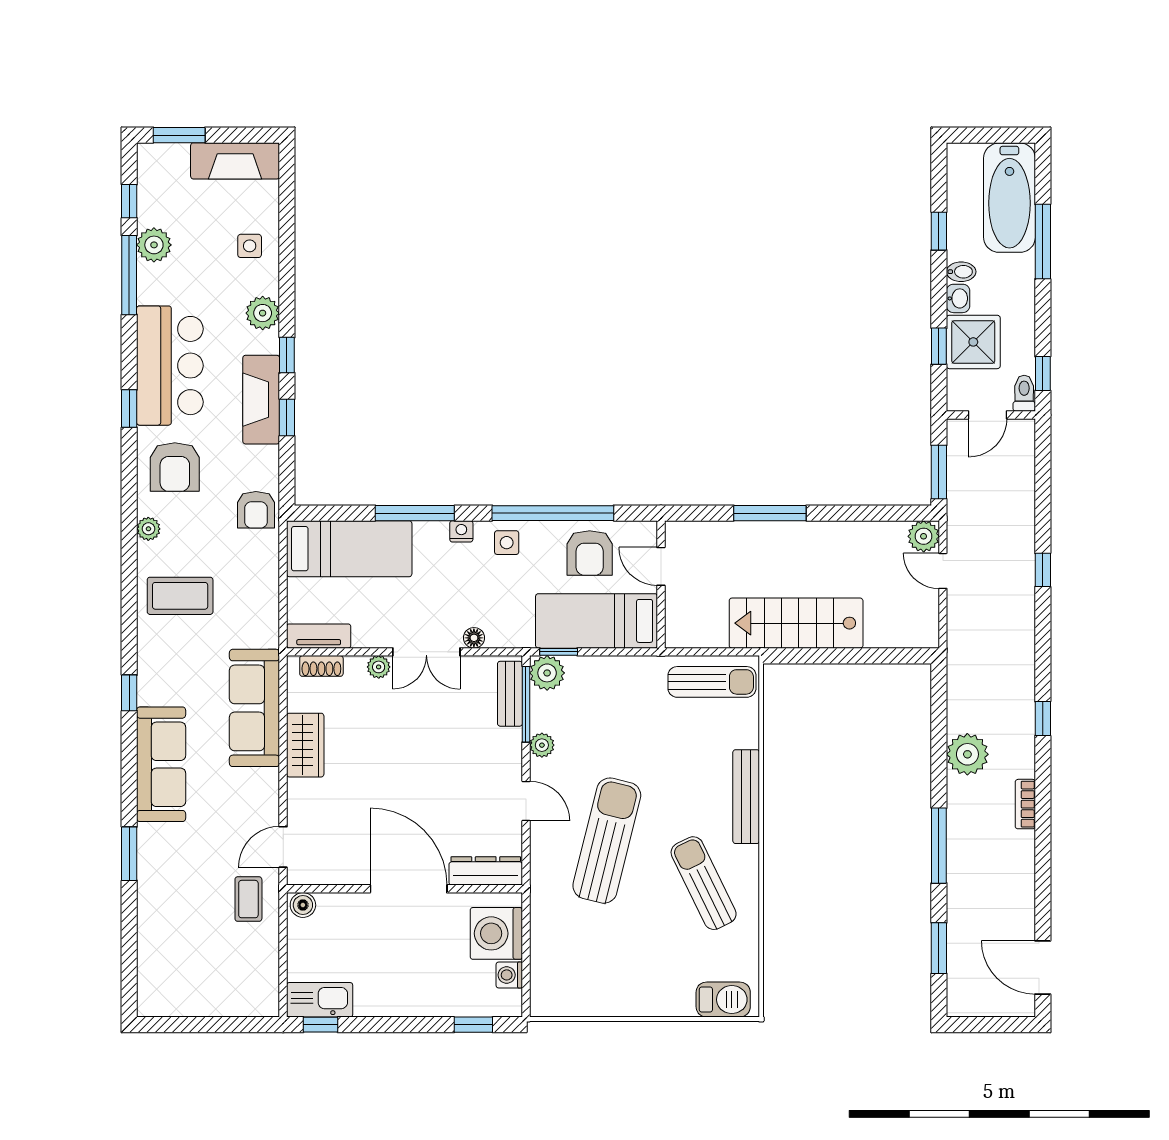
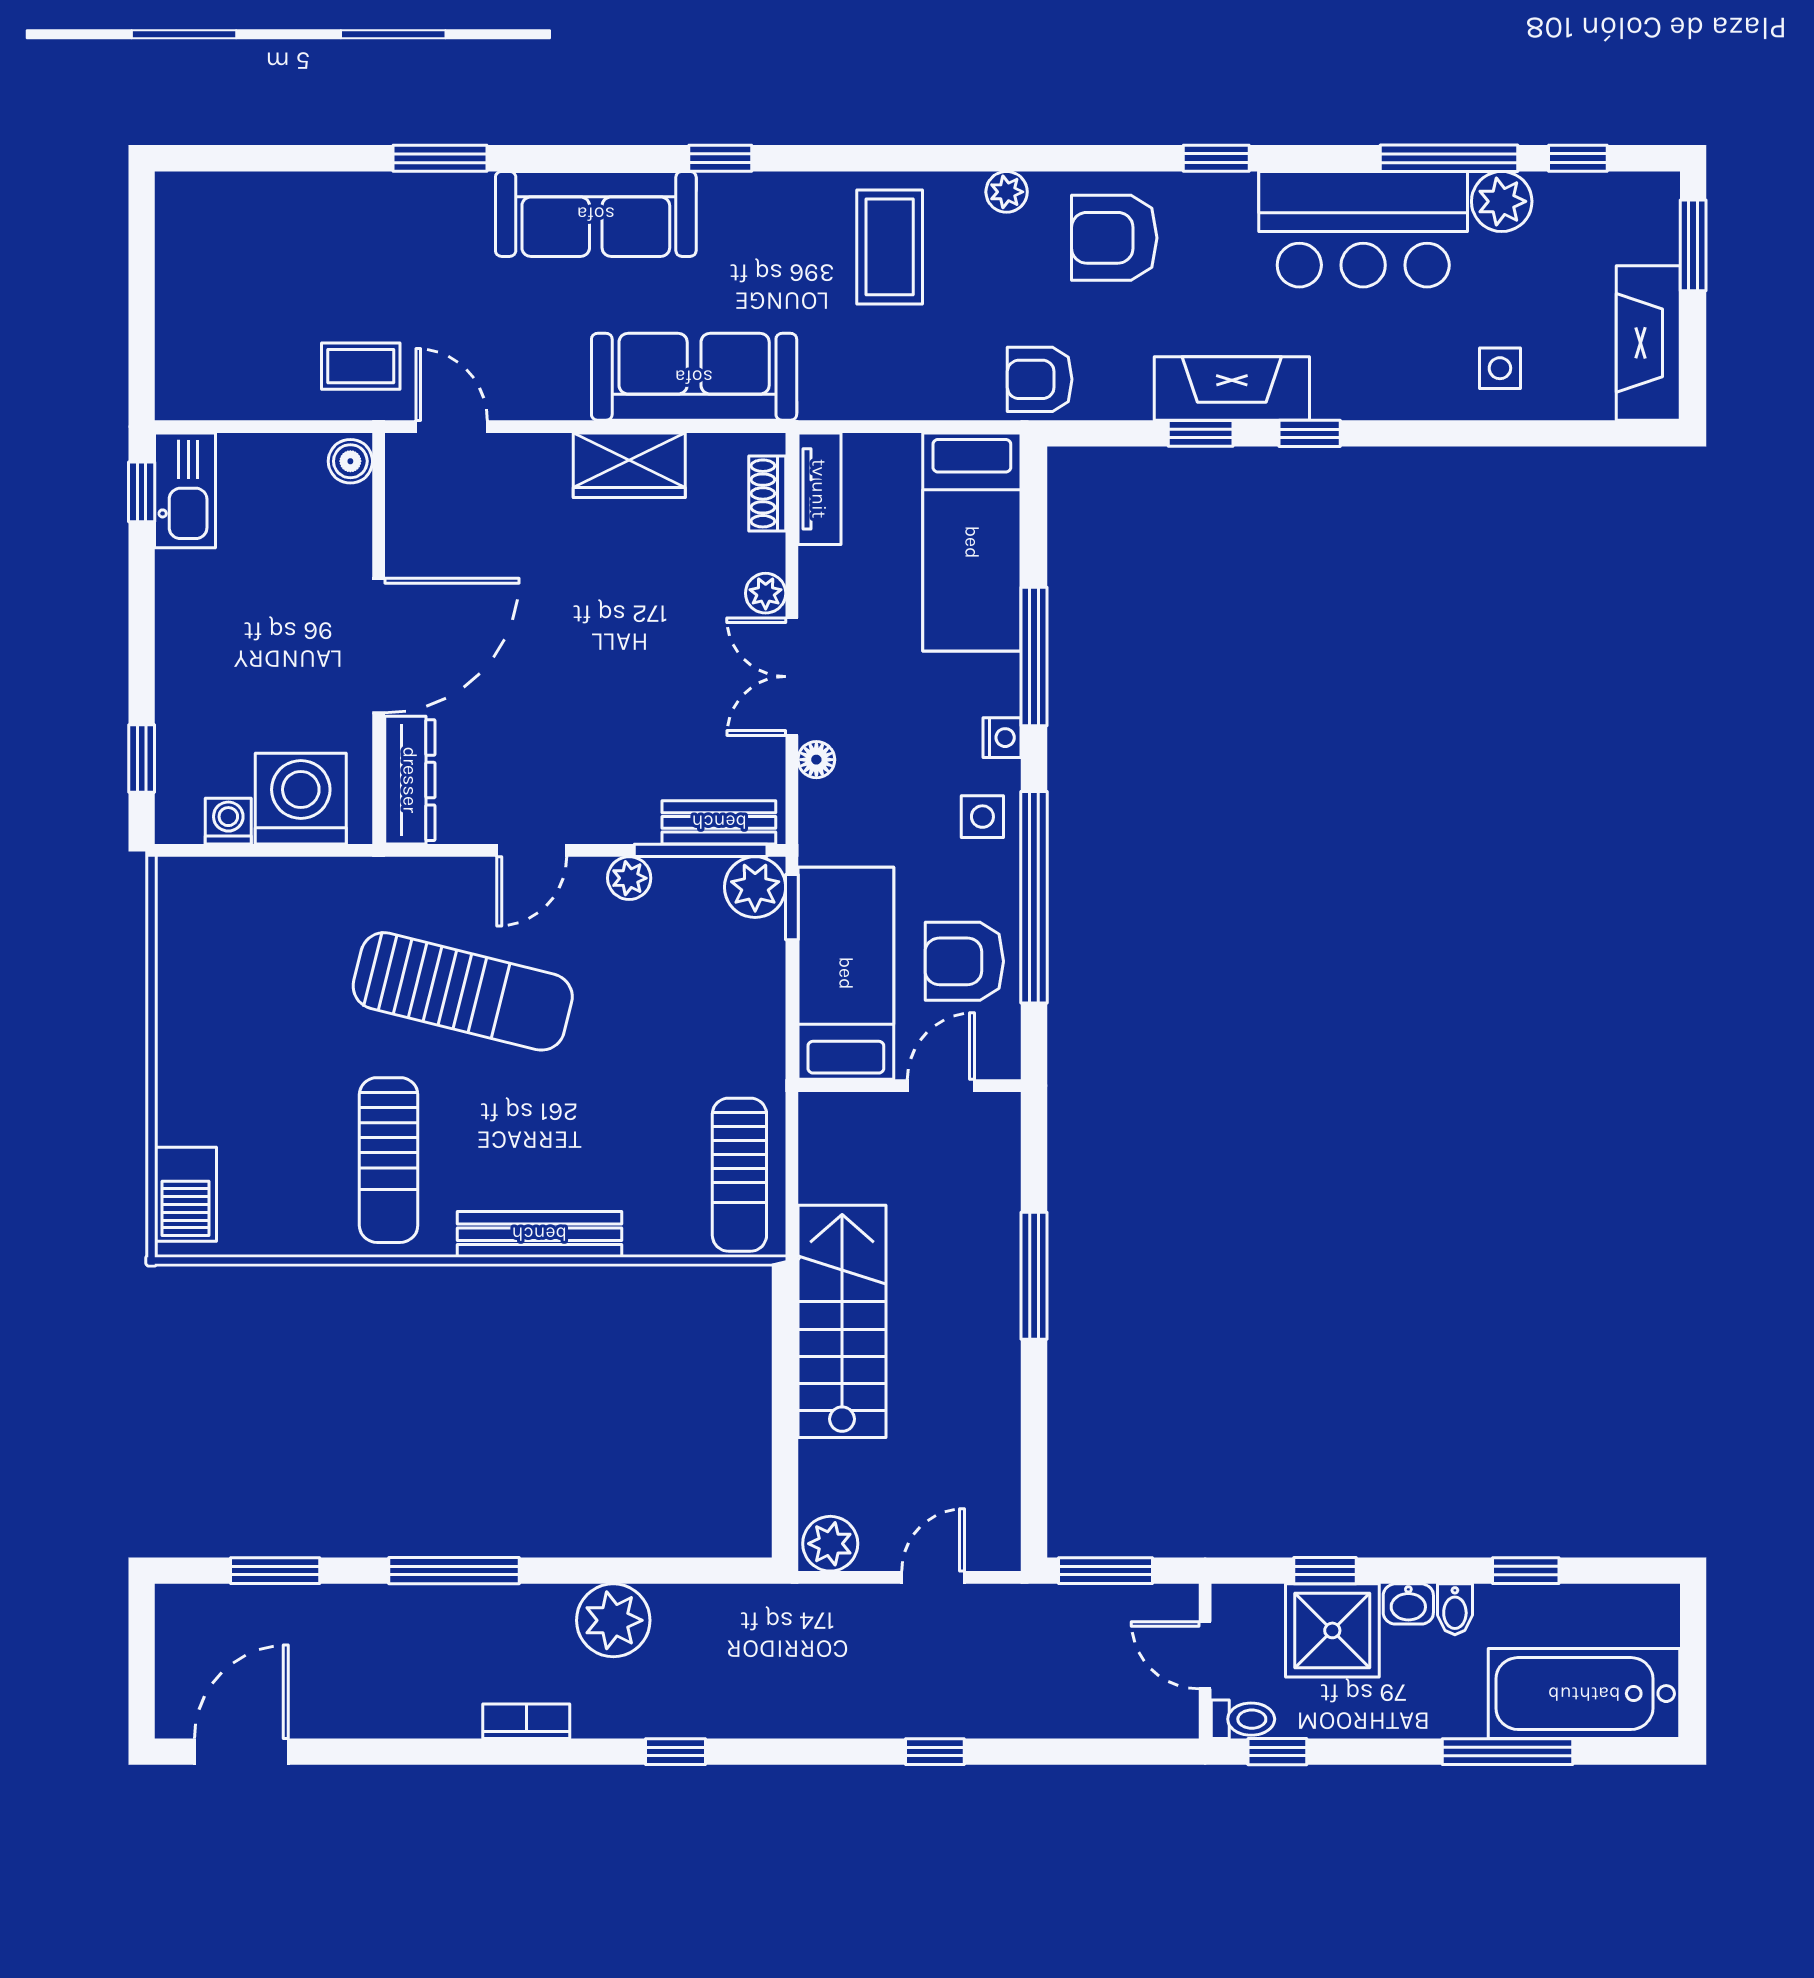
plant: (263, 313) -> (1383, 391), removed
bar counter: (170, 366) -> (1363, 229), moved
plant: (924, 536) -> (830, 1544), moved
sun lounger: (704, 883) -> (389, 1160), turned 116

